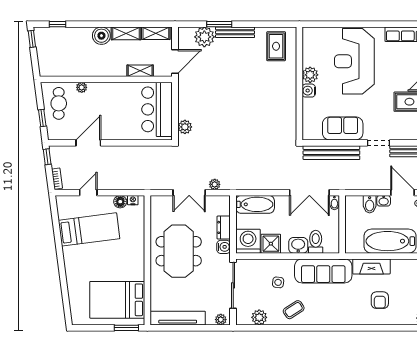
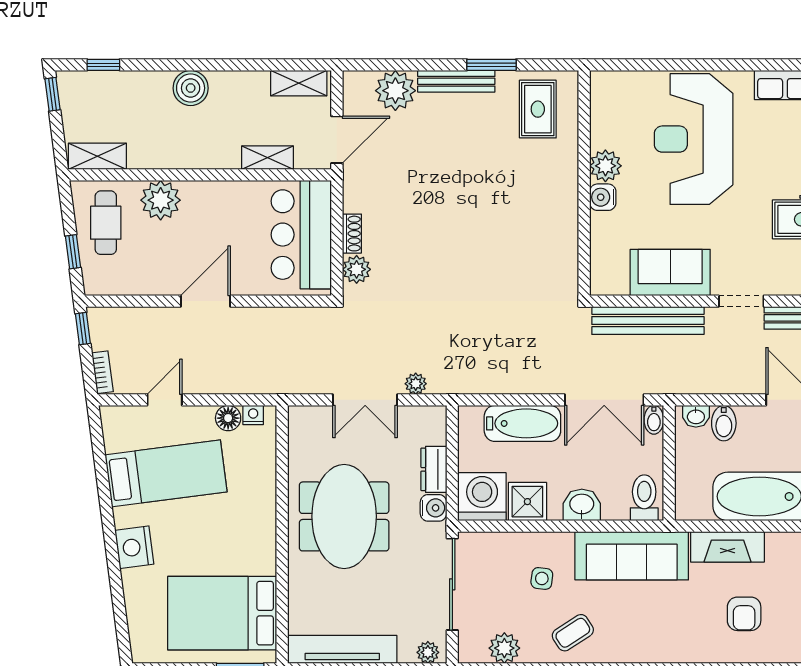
window: (219, 24) -> (491, 65), moved
shelving: (126, 33) -> (97, 156), moved
plant: (82, 87) -> (161, 200), width x1.88, depth x1.88
shoe rack: (183, 109) -> (352, 234), added
door: (88, 143) -> (206, 301), moved
washbasin: (384, 201) -> (696, 416), moved
bathtub: (255, 204) -> (522, 423), moved
toilet: (316, 242) -> (644, 498), moved
nightstand: (73, 267) -> (134, 547), added

